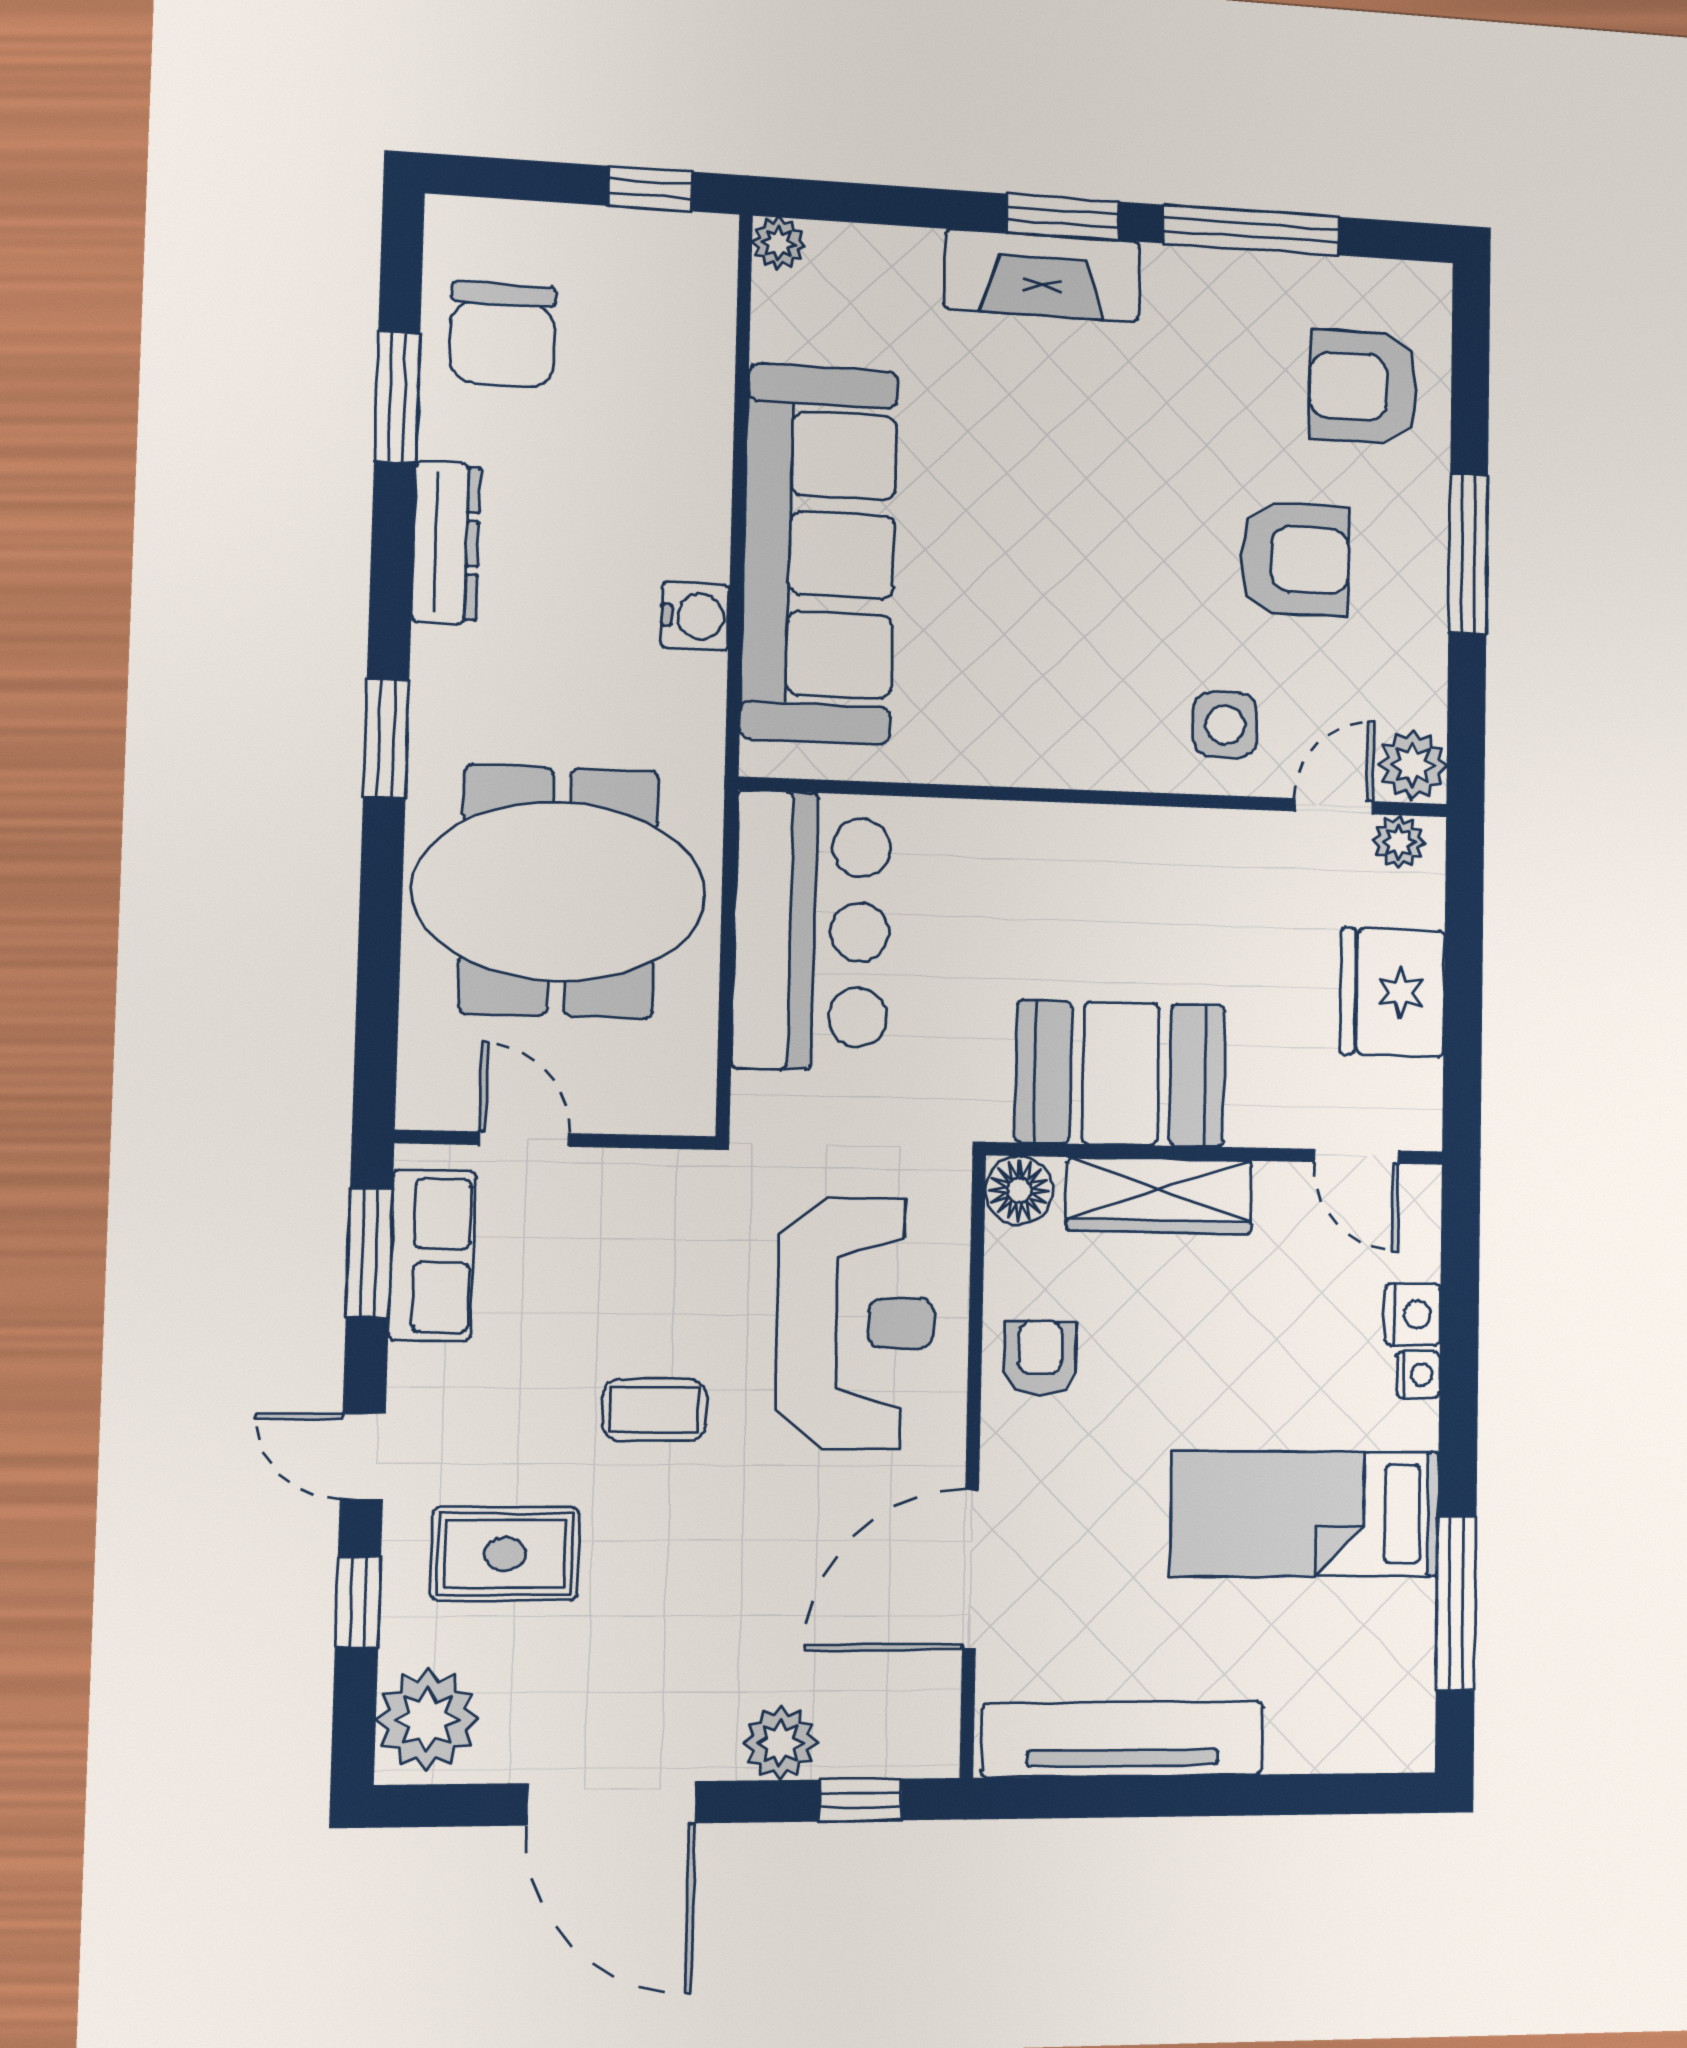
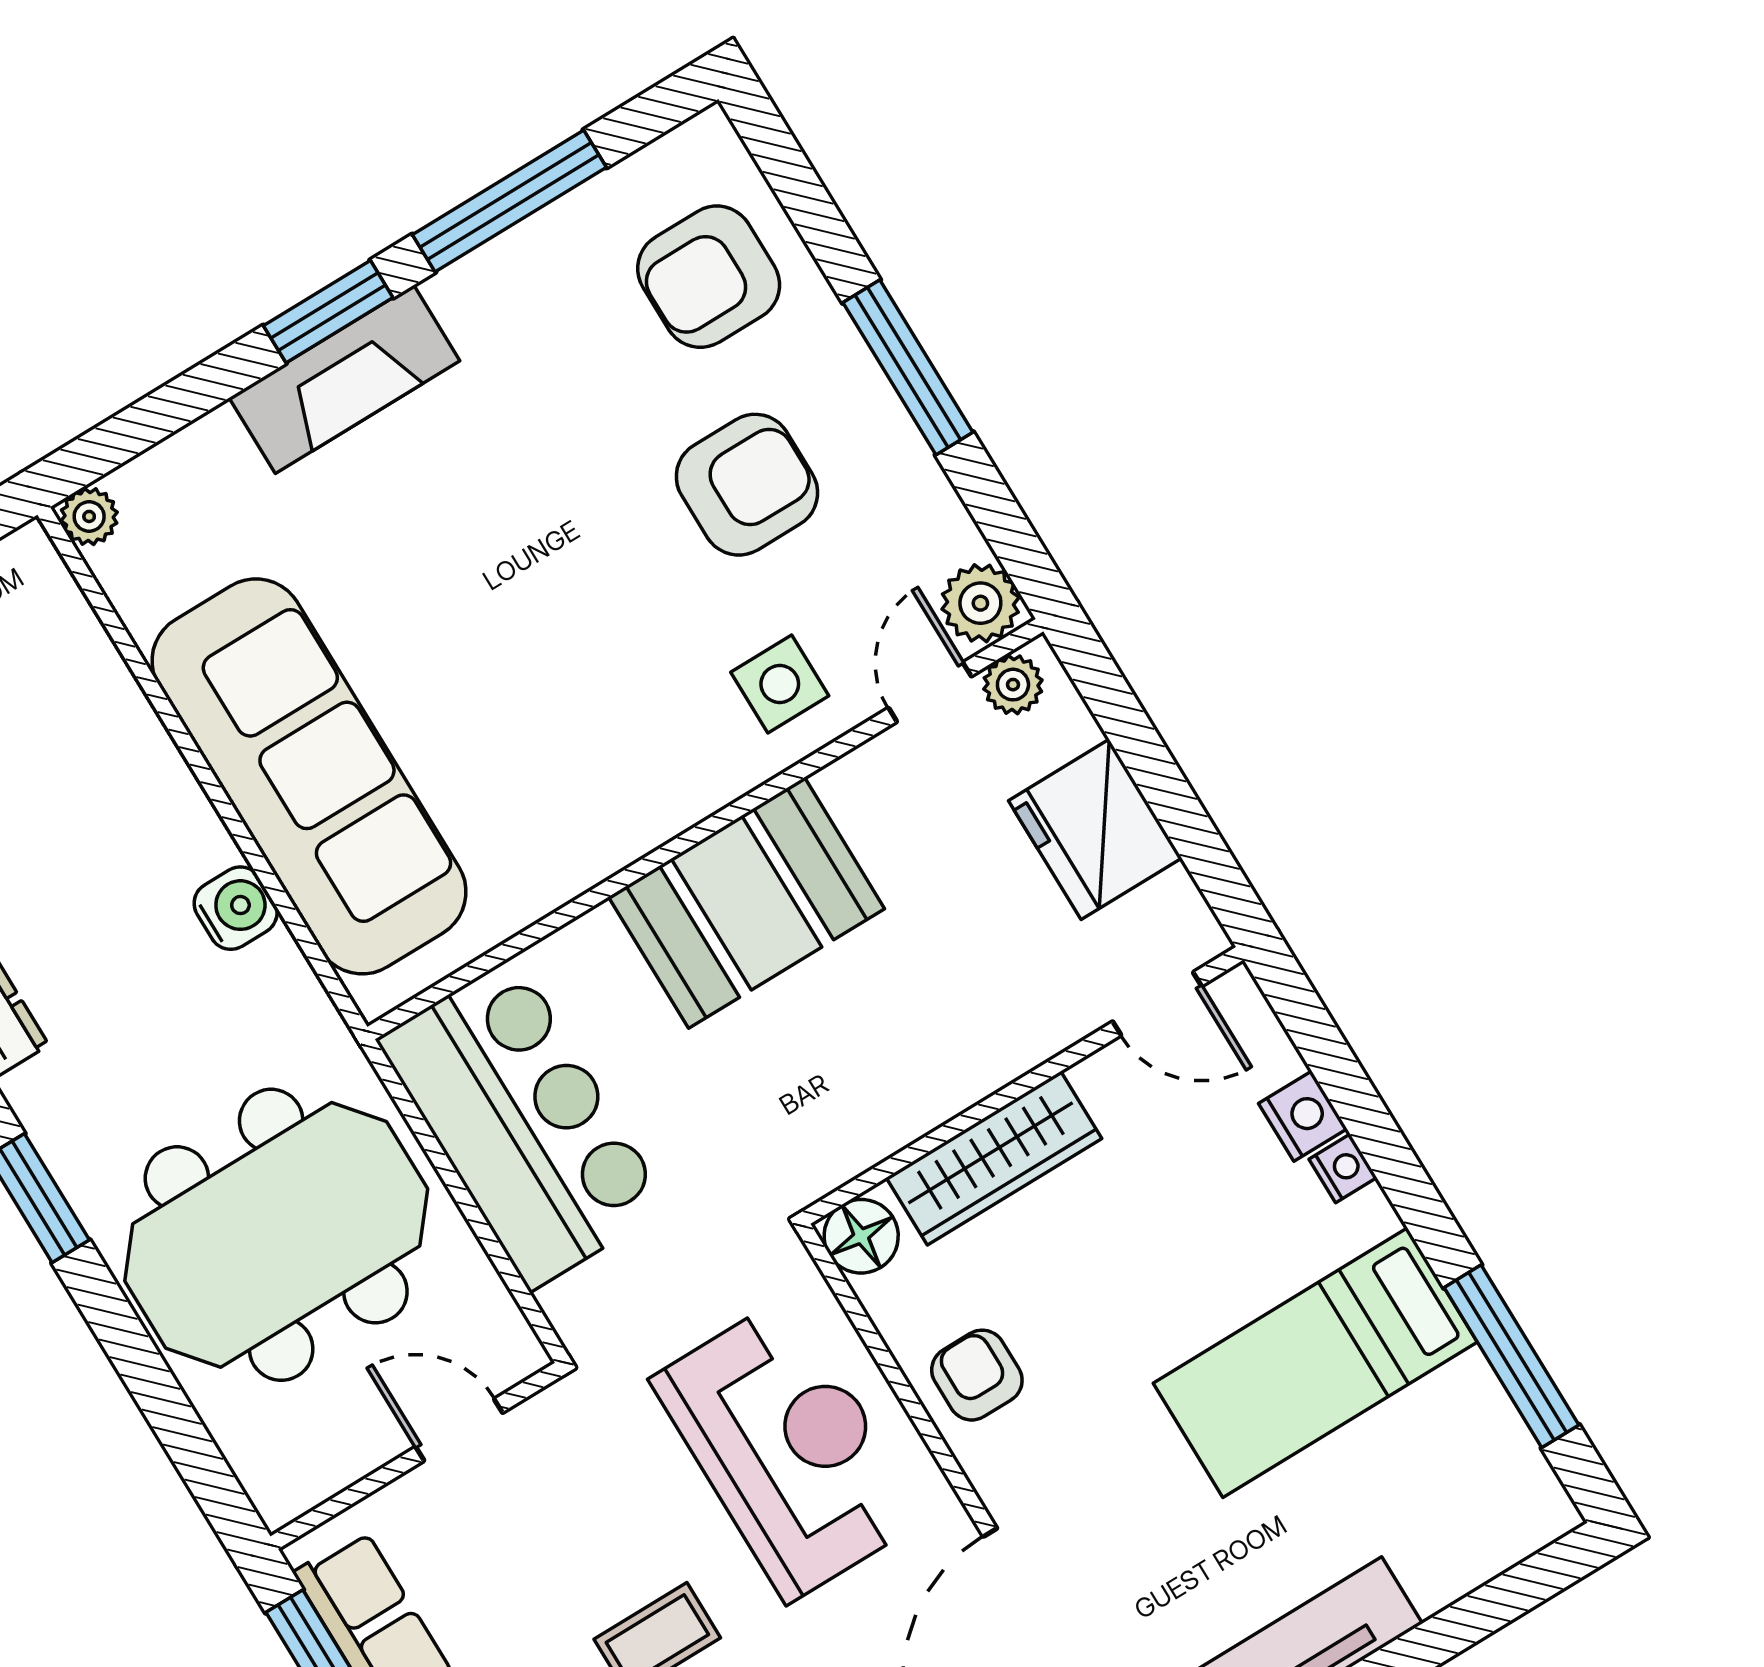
booth: (1121, 1074) -> (746, 903), moved
door: (524, 1139) -> (459, 1430), moved

